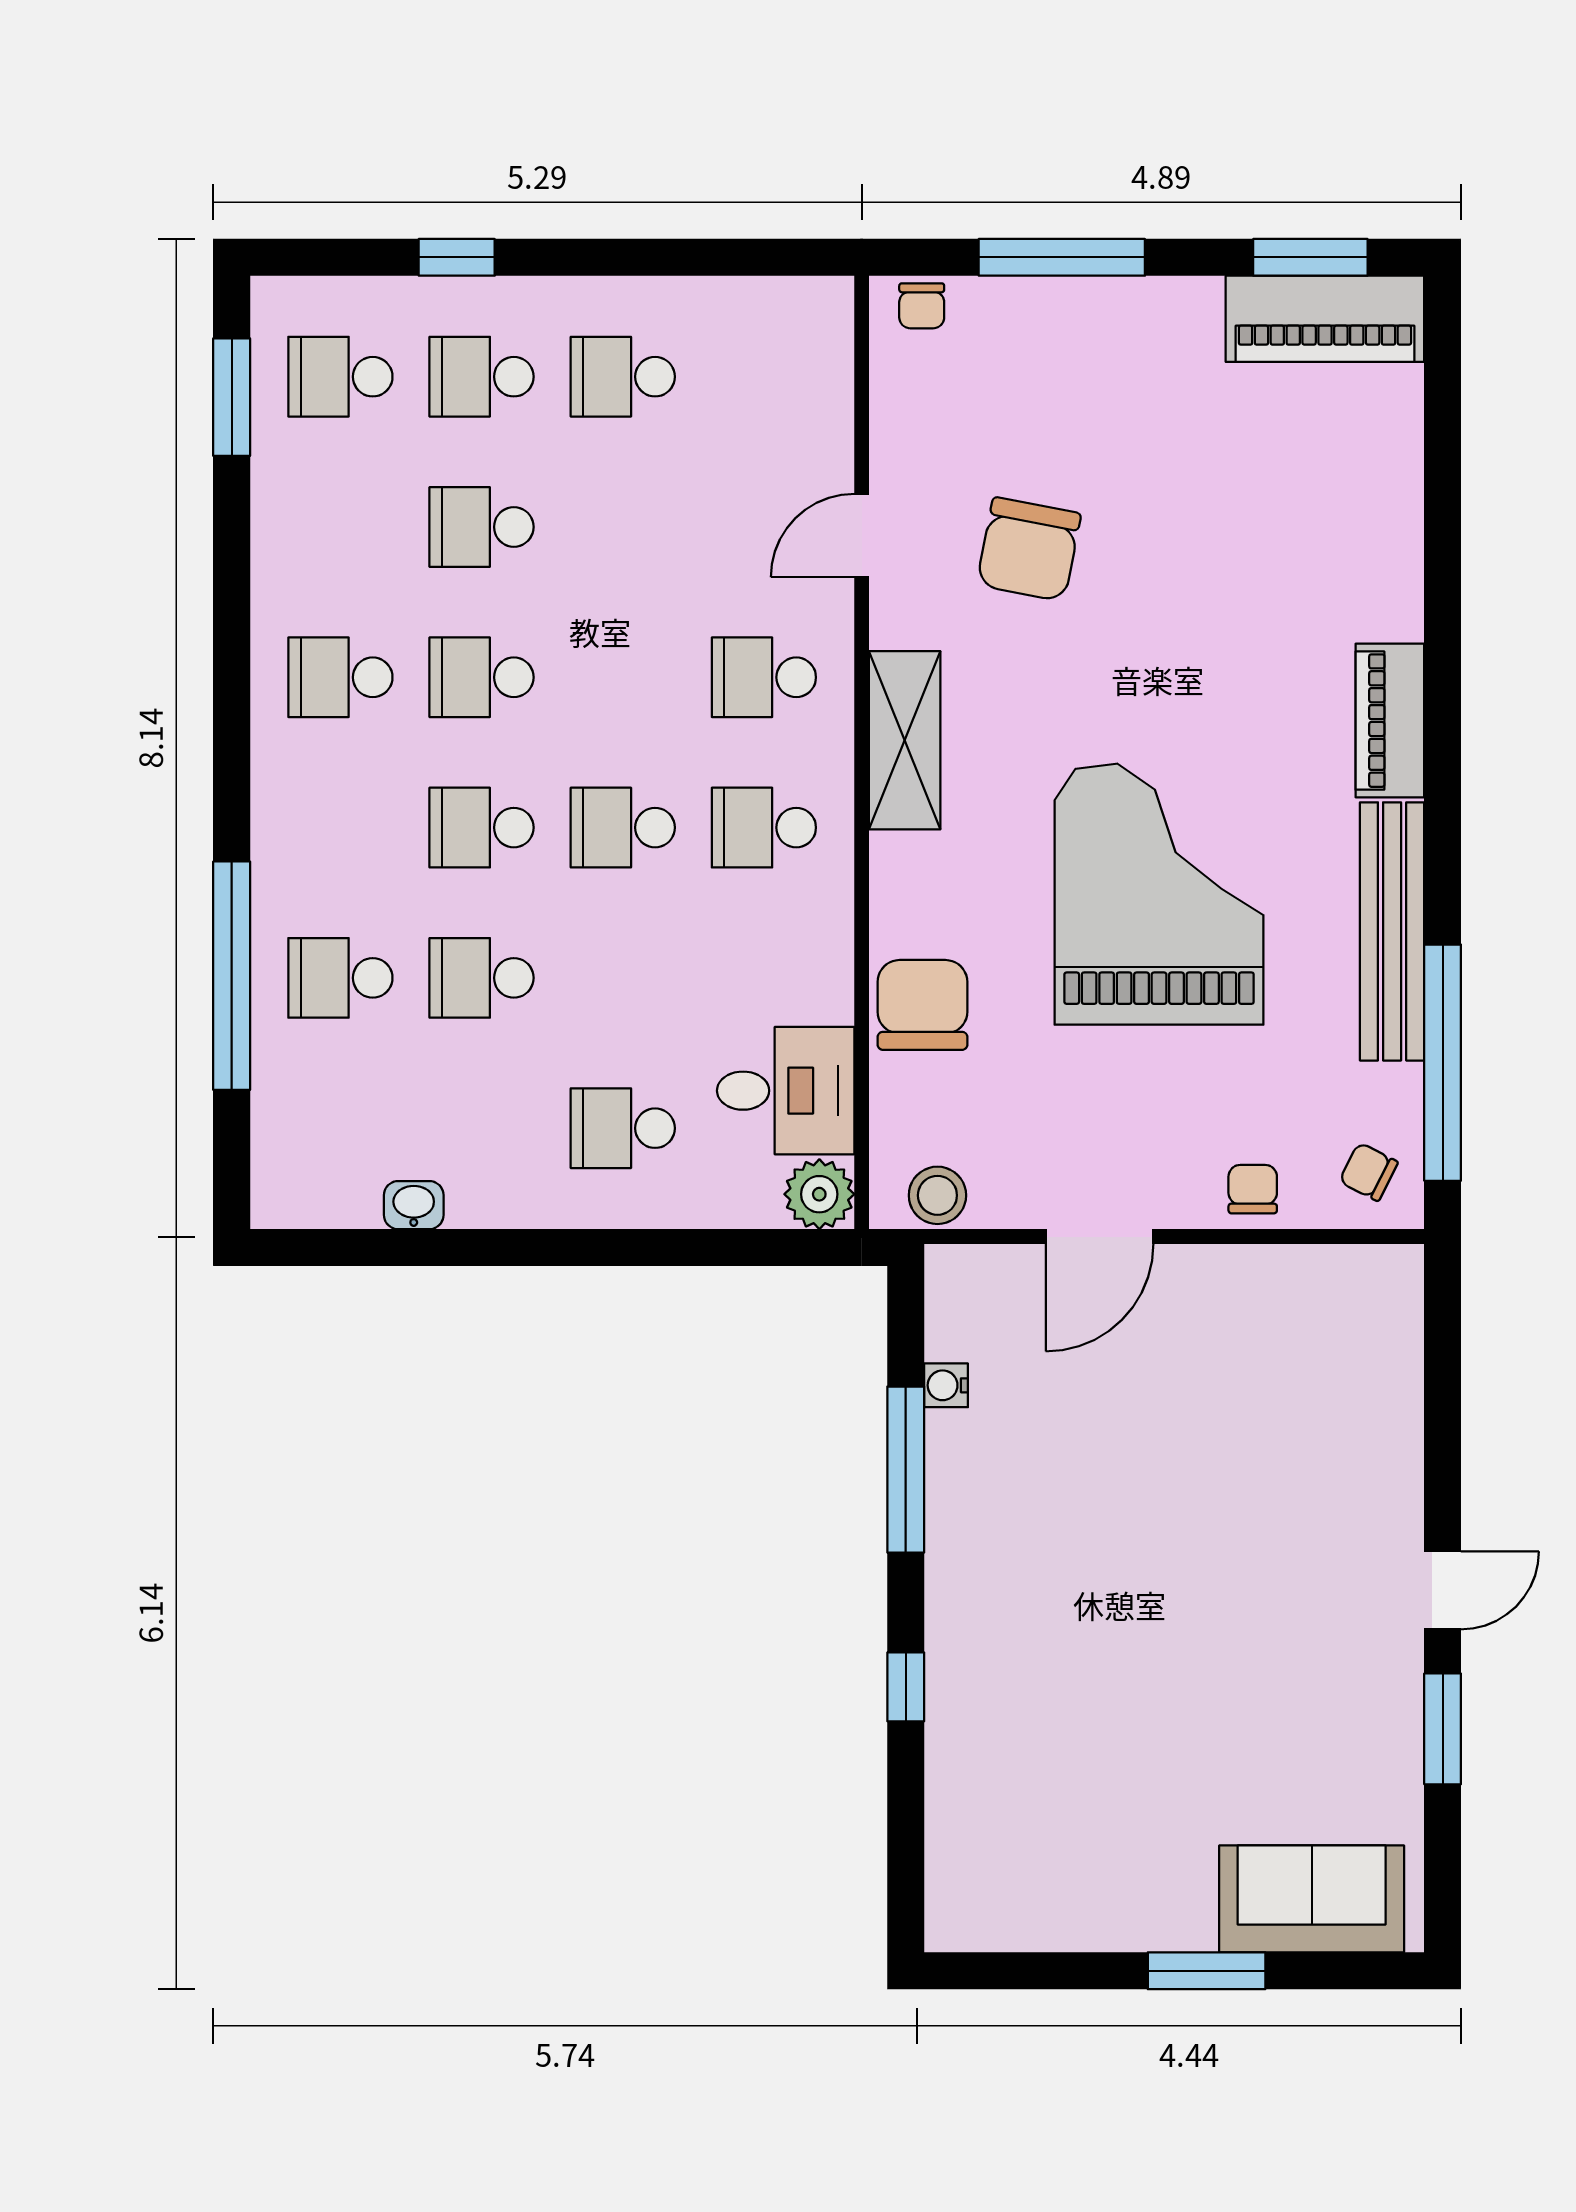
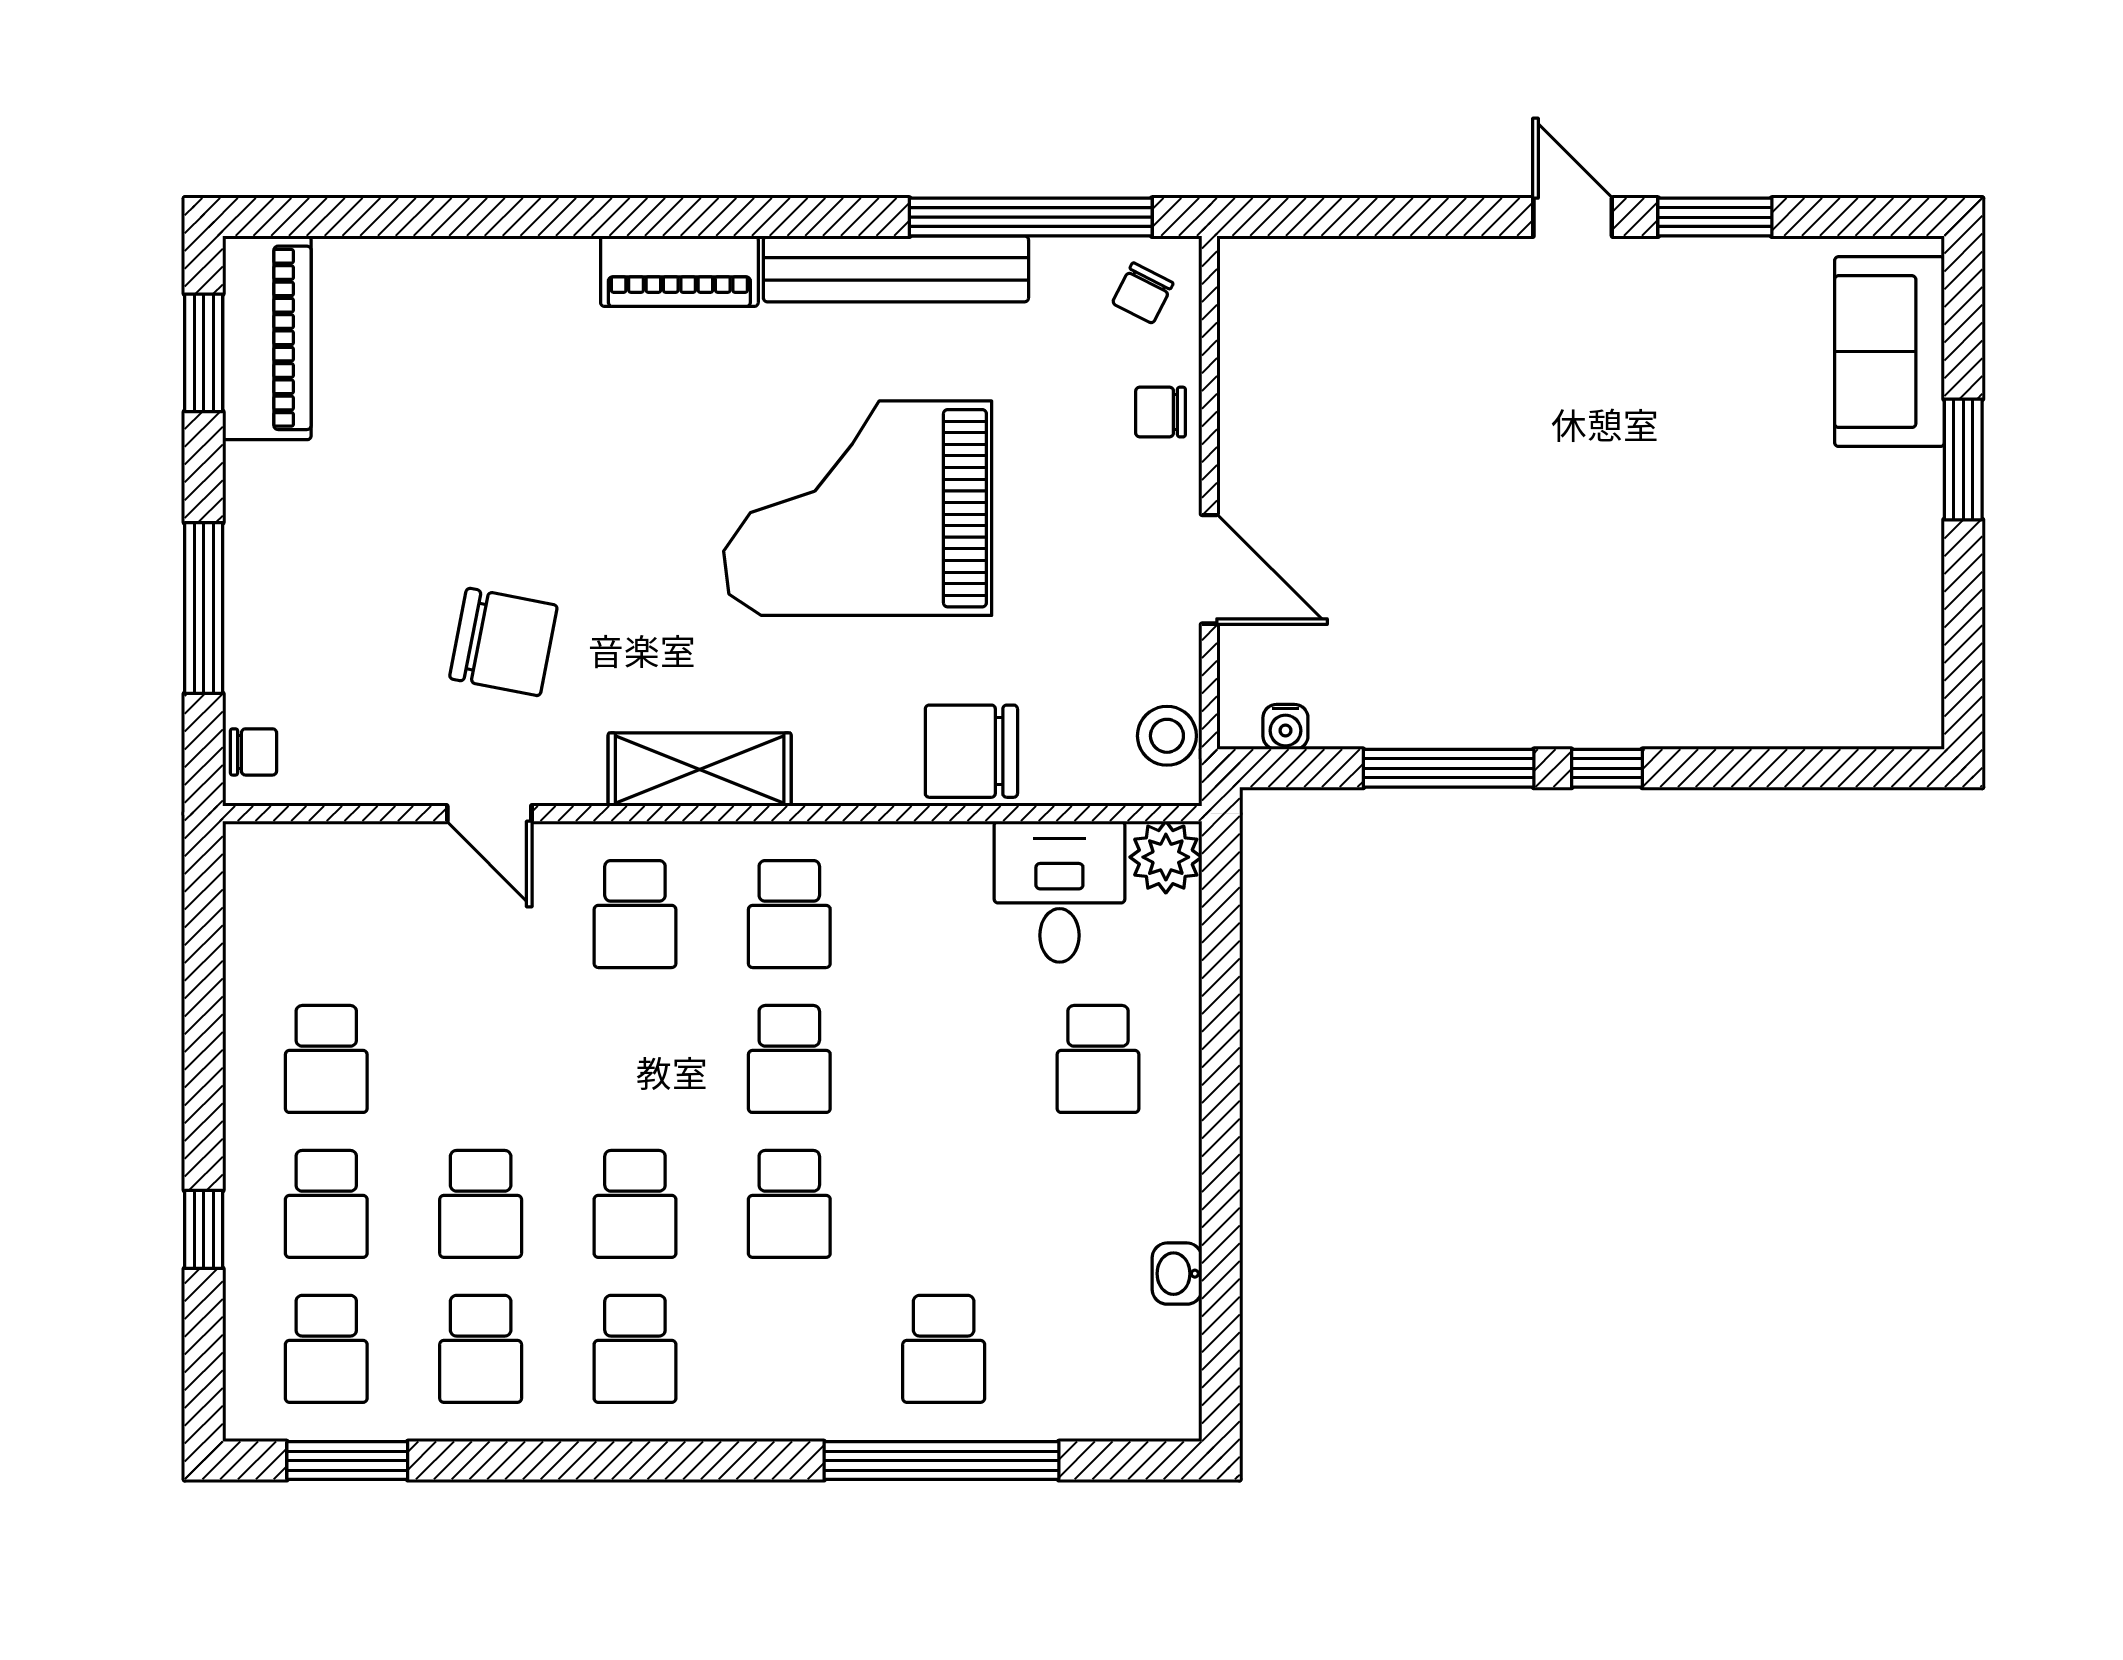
school desk: (482, 978) -> (481, 1349), moved
water cooler: (946, 1385) -> (1285, 727), moved
window: (906, 1687) -> (1607, 768), moved

